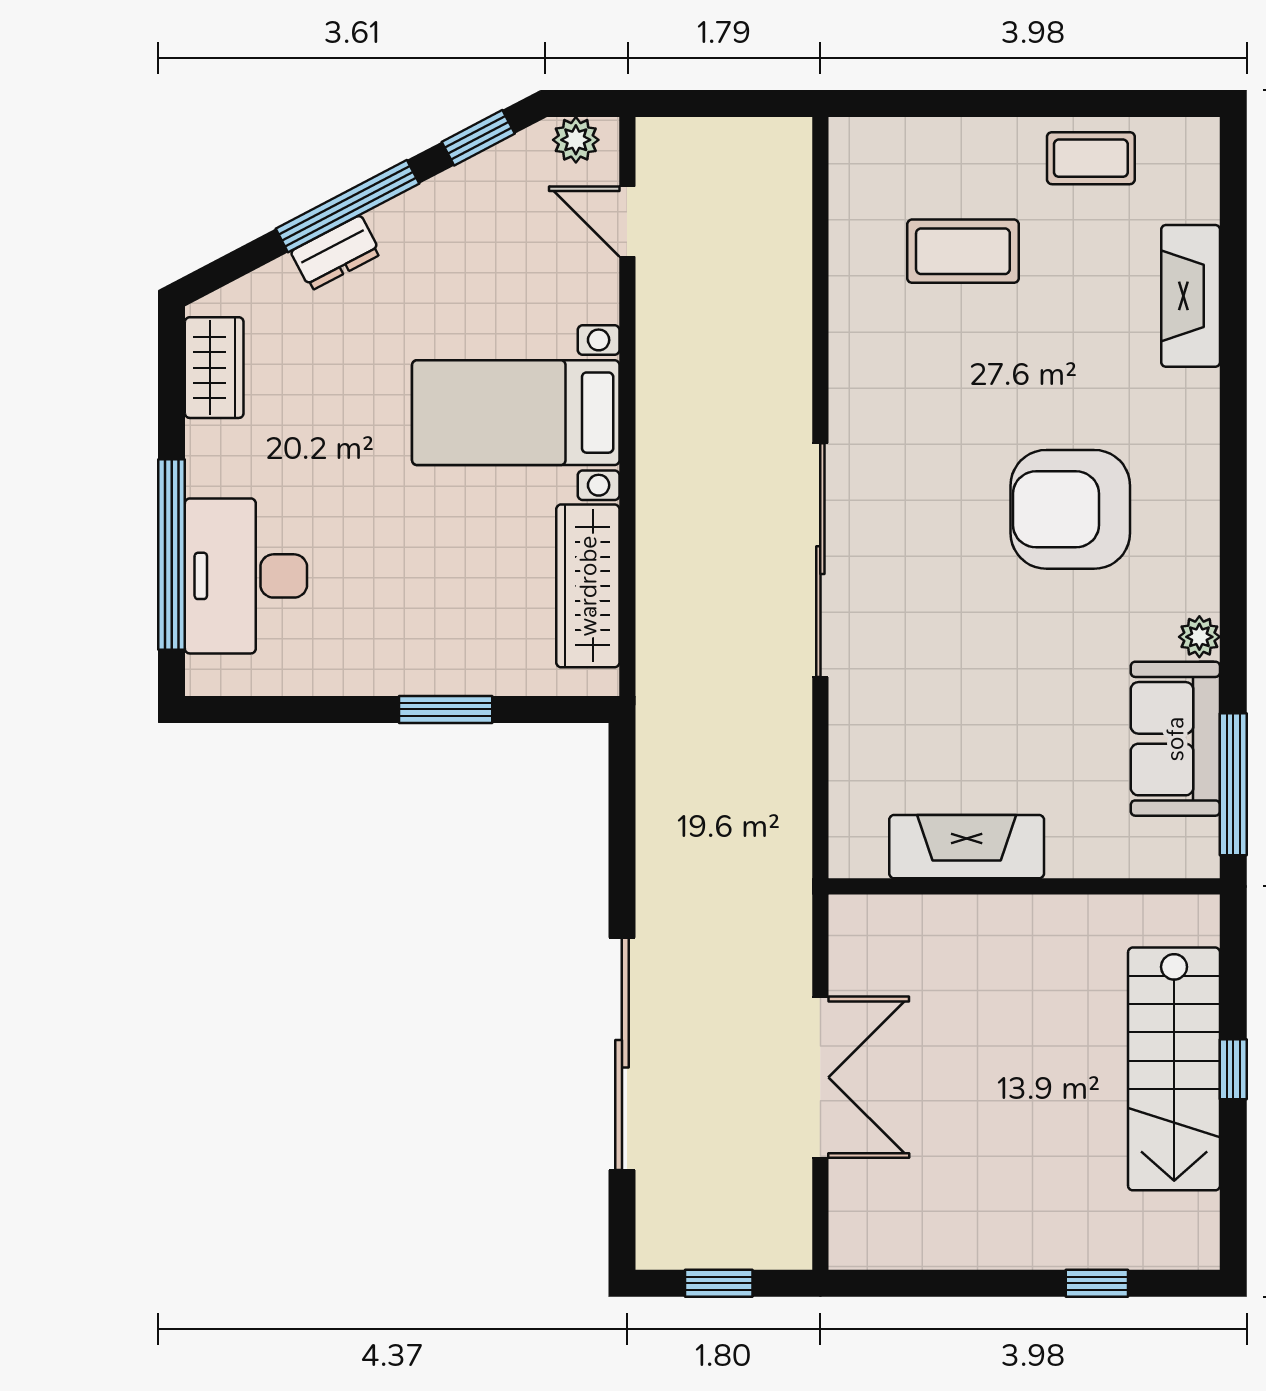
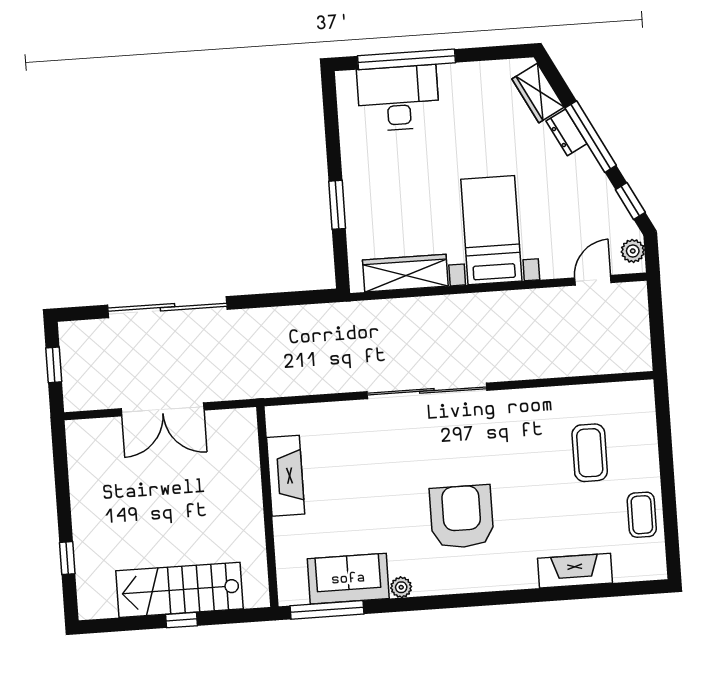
wardrobe: (214, 368) -> (538, 93), moved, turned 62

